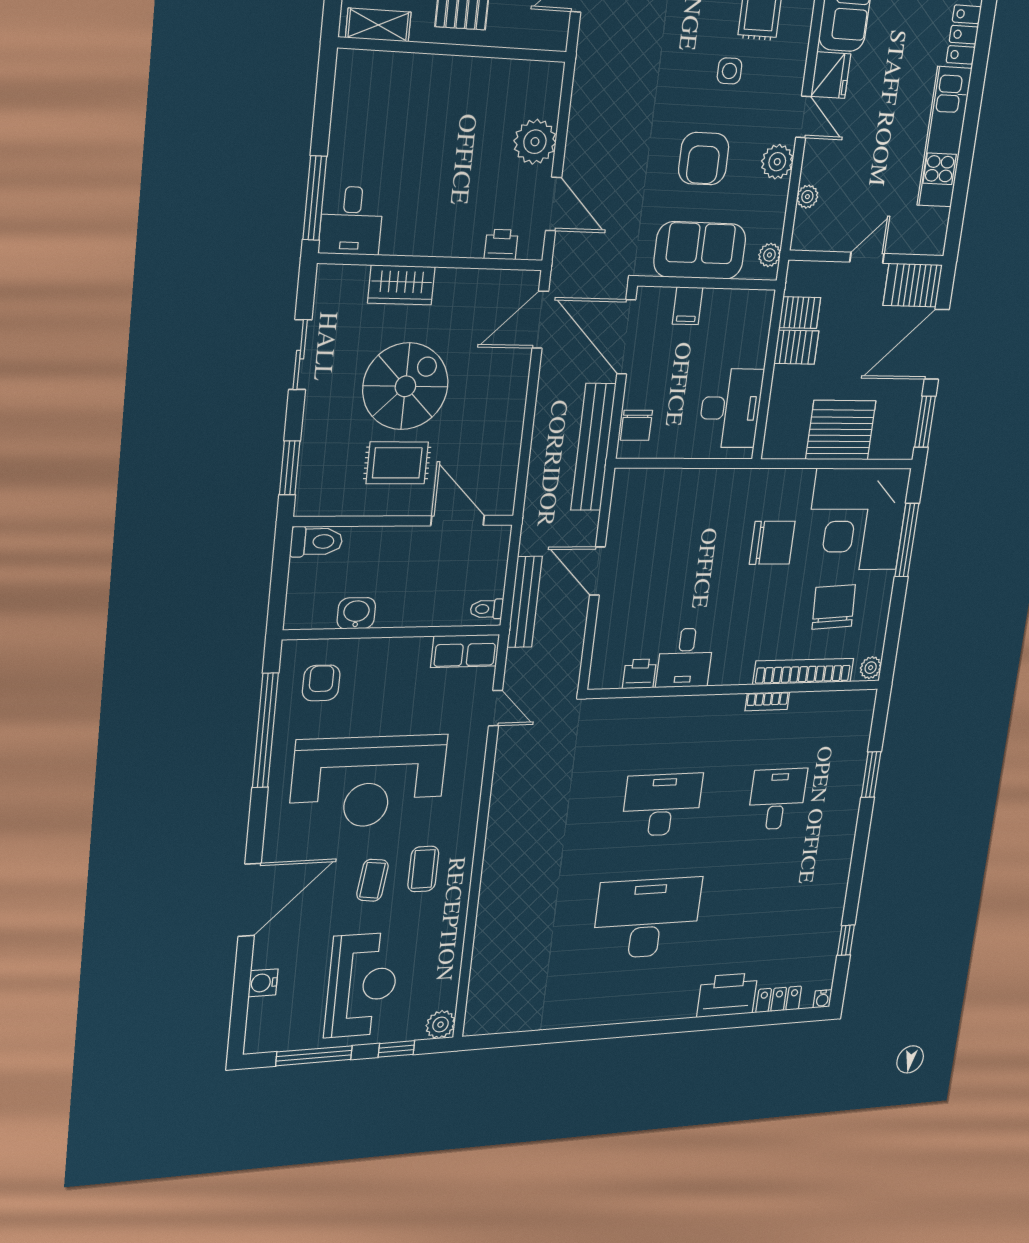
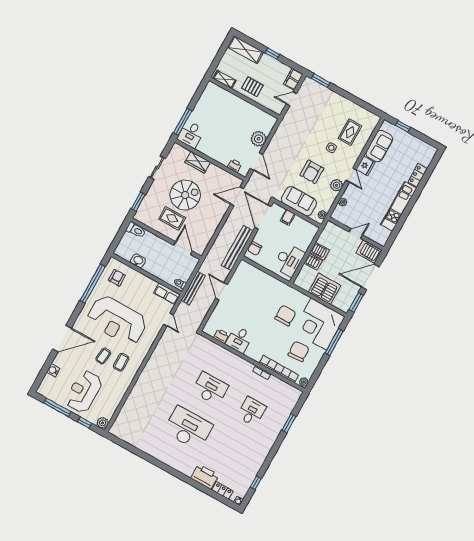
server rack: (800, 313) -> (313, 262), moved
chair: (772, 543) -> (285, 315), turned -90
reception desk: (362, 985) -> (84, 392), turned 180

